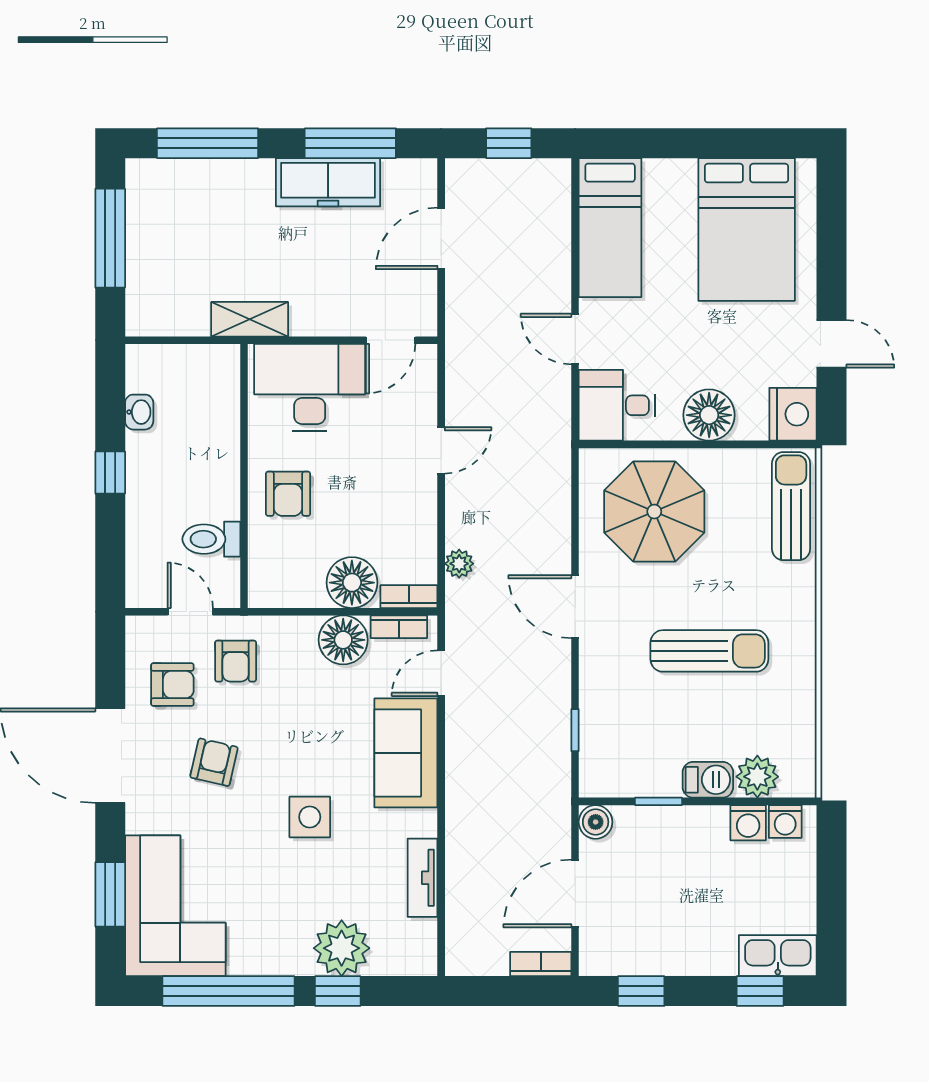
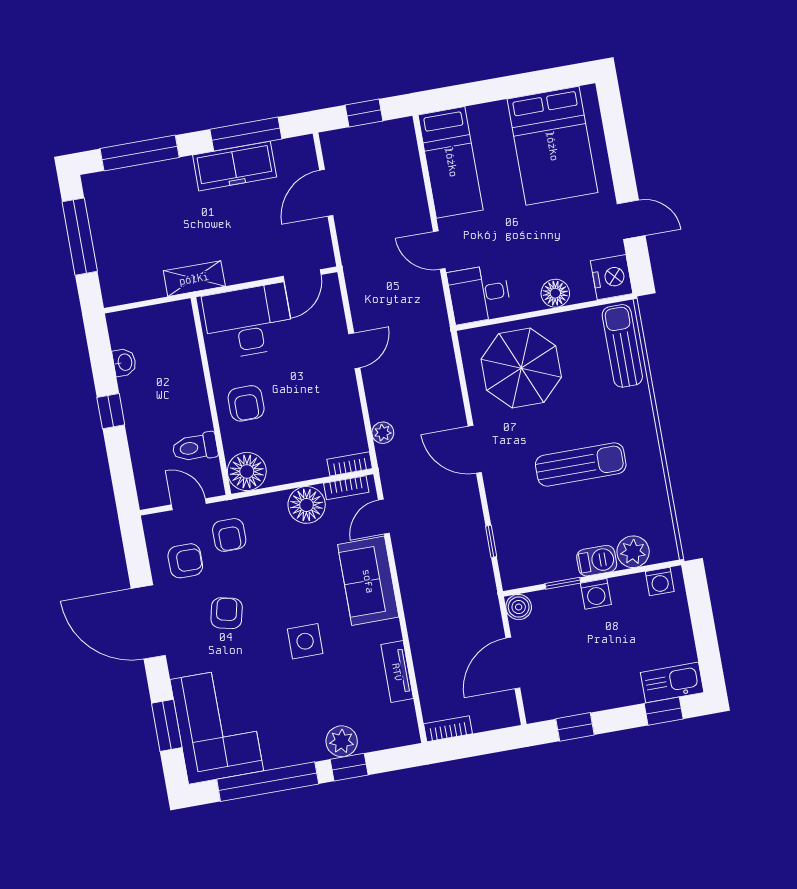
floor lamp: (709, 415) -> (555, 293), width x0.73, depth x0.73
floor lamp: (352, 583) -> (247, 471), moved
washing machine: (748, 823) -> (596, 594), moved
plant: (342, 948) -> (342, 741), width x0.73, depth x0.73
bookcase: (541, 964) -> (448, 729), moved

